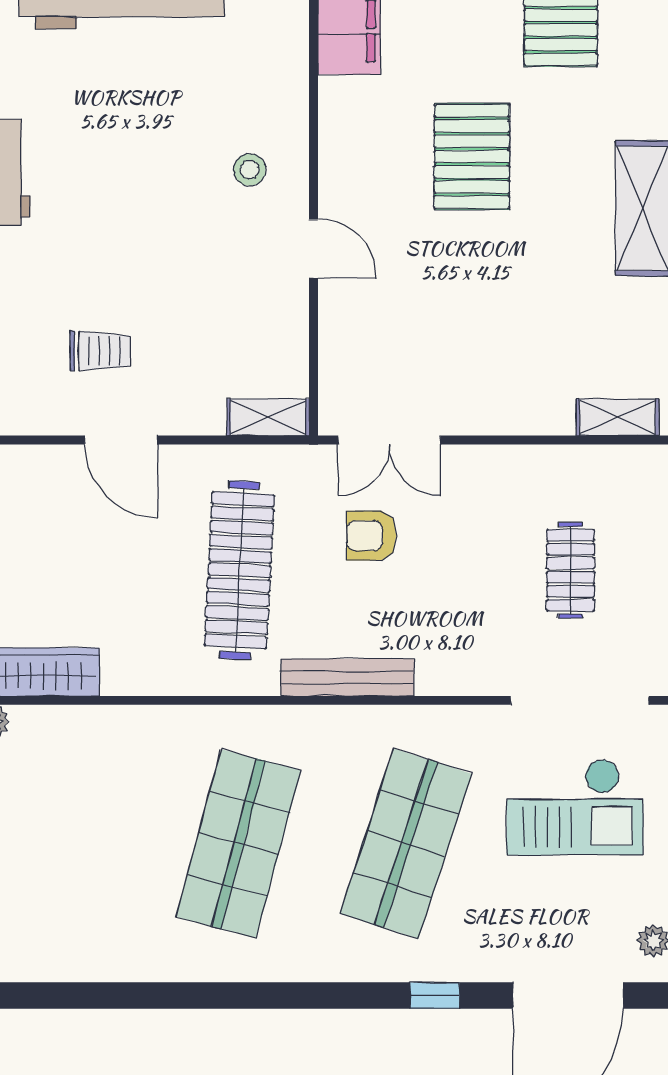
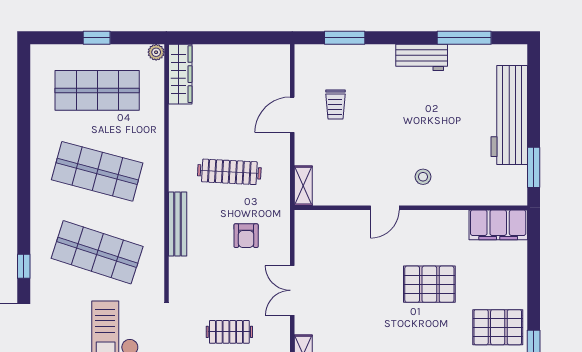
double door: (389, 440) -> (292, 290), moved
armchair: (371, 536) -> (246, 236), turned 180
clothes rail: (239, 570) -> (229, 172), width x0.73, depth x0.76
shop shelf: (71, 844) -> (97, 90), added

